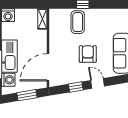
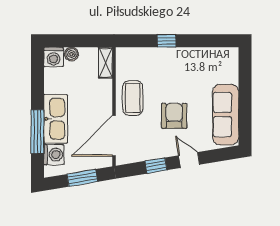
boiler: (20, 13) -> (71, 54), added
coffee table: (78, 22) -> (133, 98), moved

